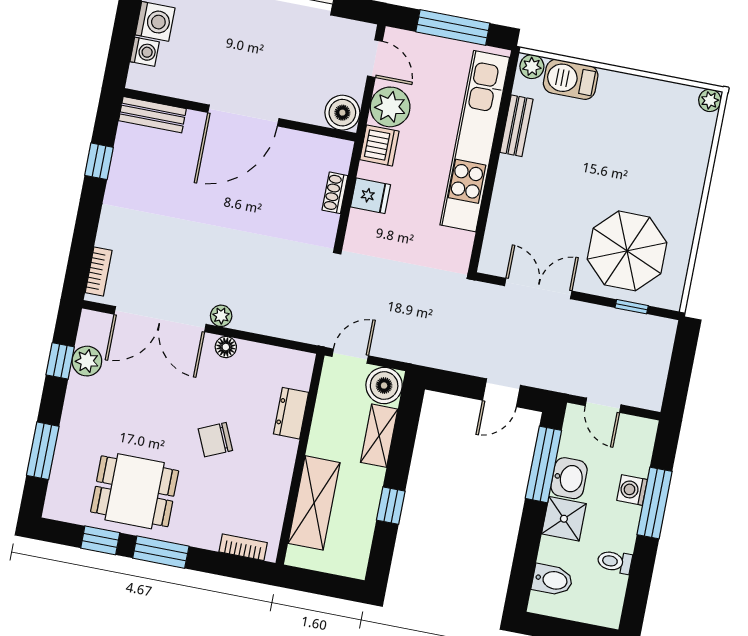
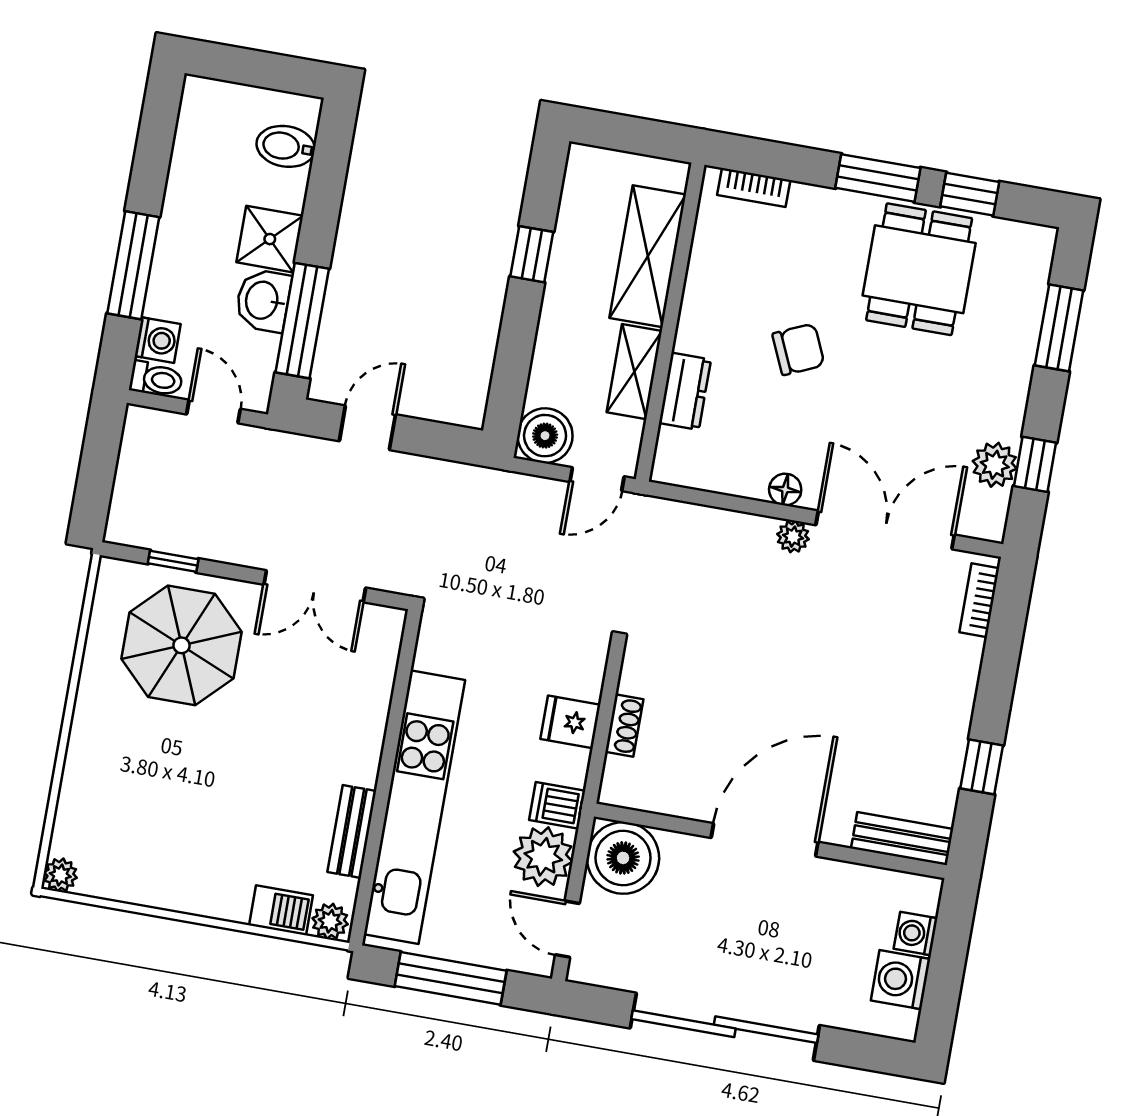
barbecue: (571, 79) -> (281, 910), width x0.73, depth x0.79
boiler: (342, 113) -> (623, 858), width x1.37, depth x1.37
dishwasher: (379, 145) -> (557, 805), width x0.73
shelving: (379, 436) -> (634, 372), moved
washing machine: (632, 490) -> (158, 340), moved
dining table: (135, 491) -> (919, 269), turned 90
toilet: (615, 562) -> (156, 379), moved

